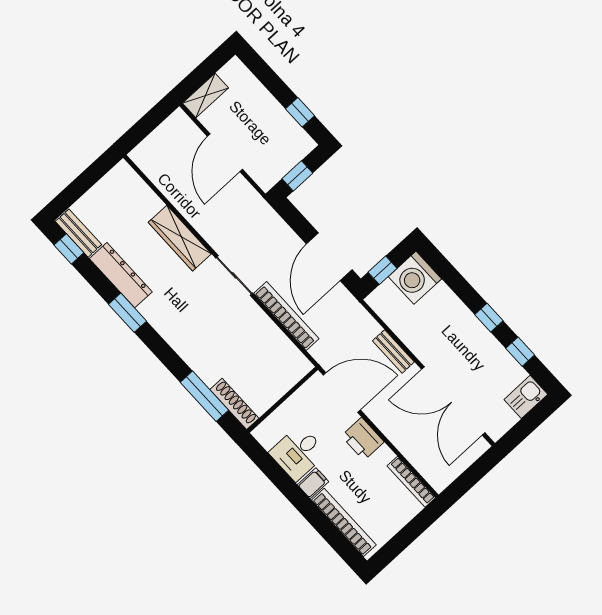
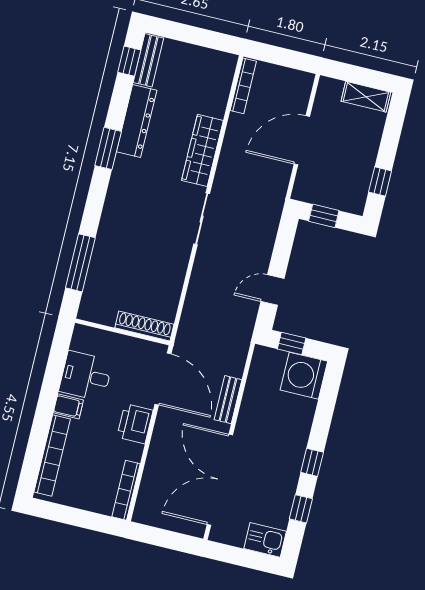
shelving: (205, 96) -> (366, 97), moved
door: (329, 257) -> (273, 290), width x0.53
bookcase: (286, 316) -> (243, 86), moved, width x0.68, depth x0.76
shoe rack: (234, 404) -> (144, 326), moved, turned -90

